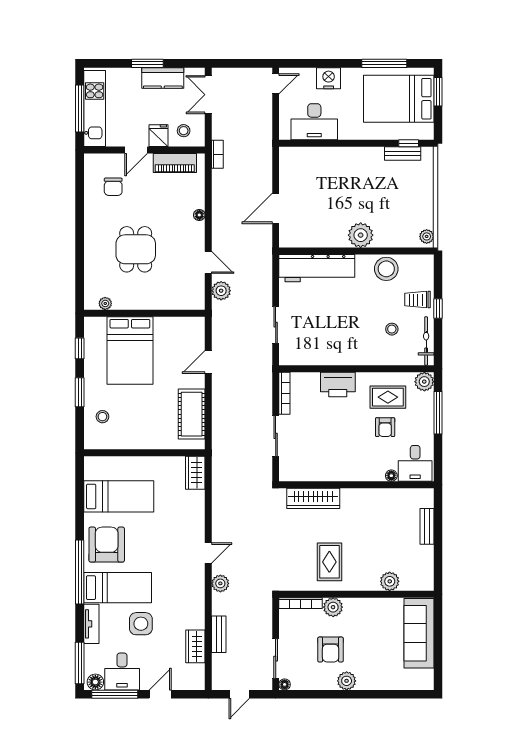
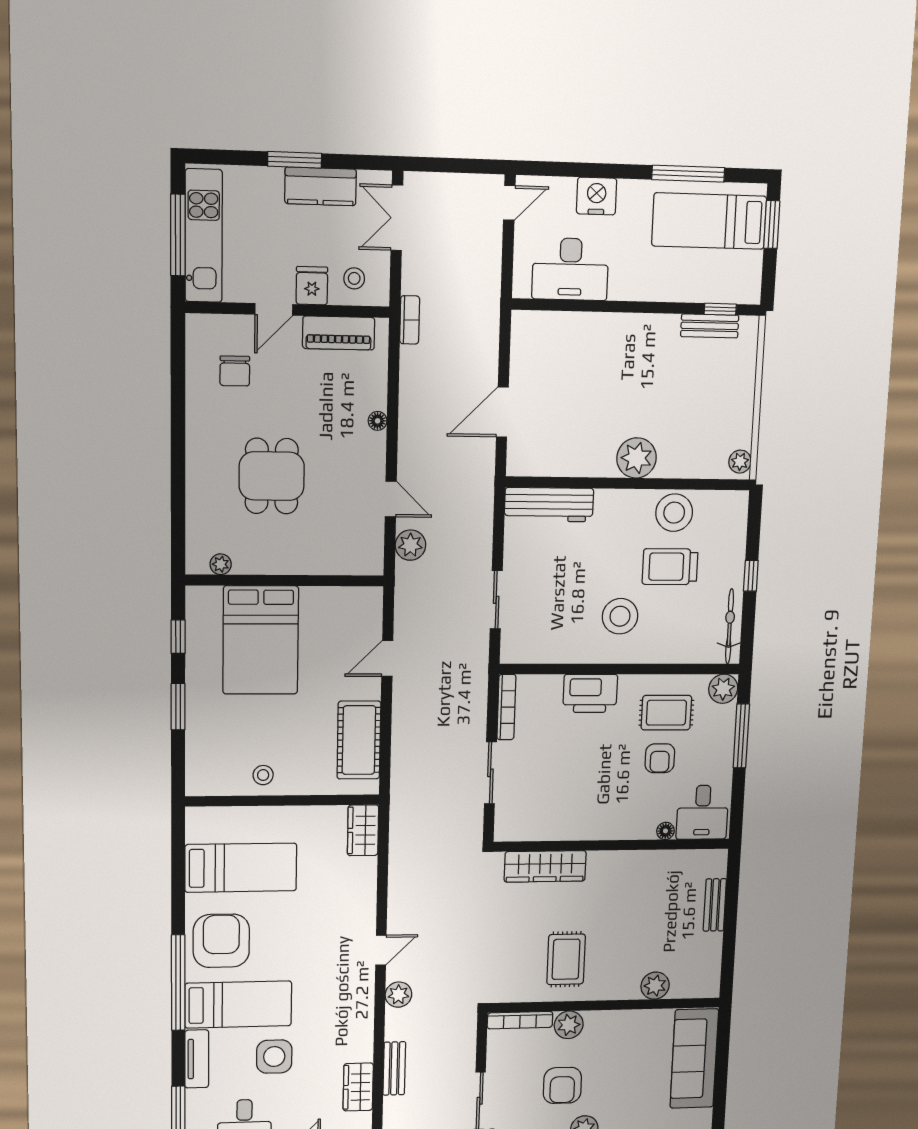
bed: (399, 99) -> (709, 221), width x0.67
workbench: (317, 268) -> (549, 505), width x0.73, depth x0.76
trolley: (417, 300) -> (670, 567), moved, width x1.36, depth x1.39
stool: (392, 329) -> (620, 616), moved, width x1.89, depth x1.89
stool: (102, 417) -> (263, 775), moved

